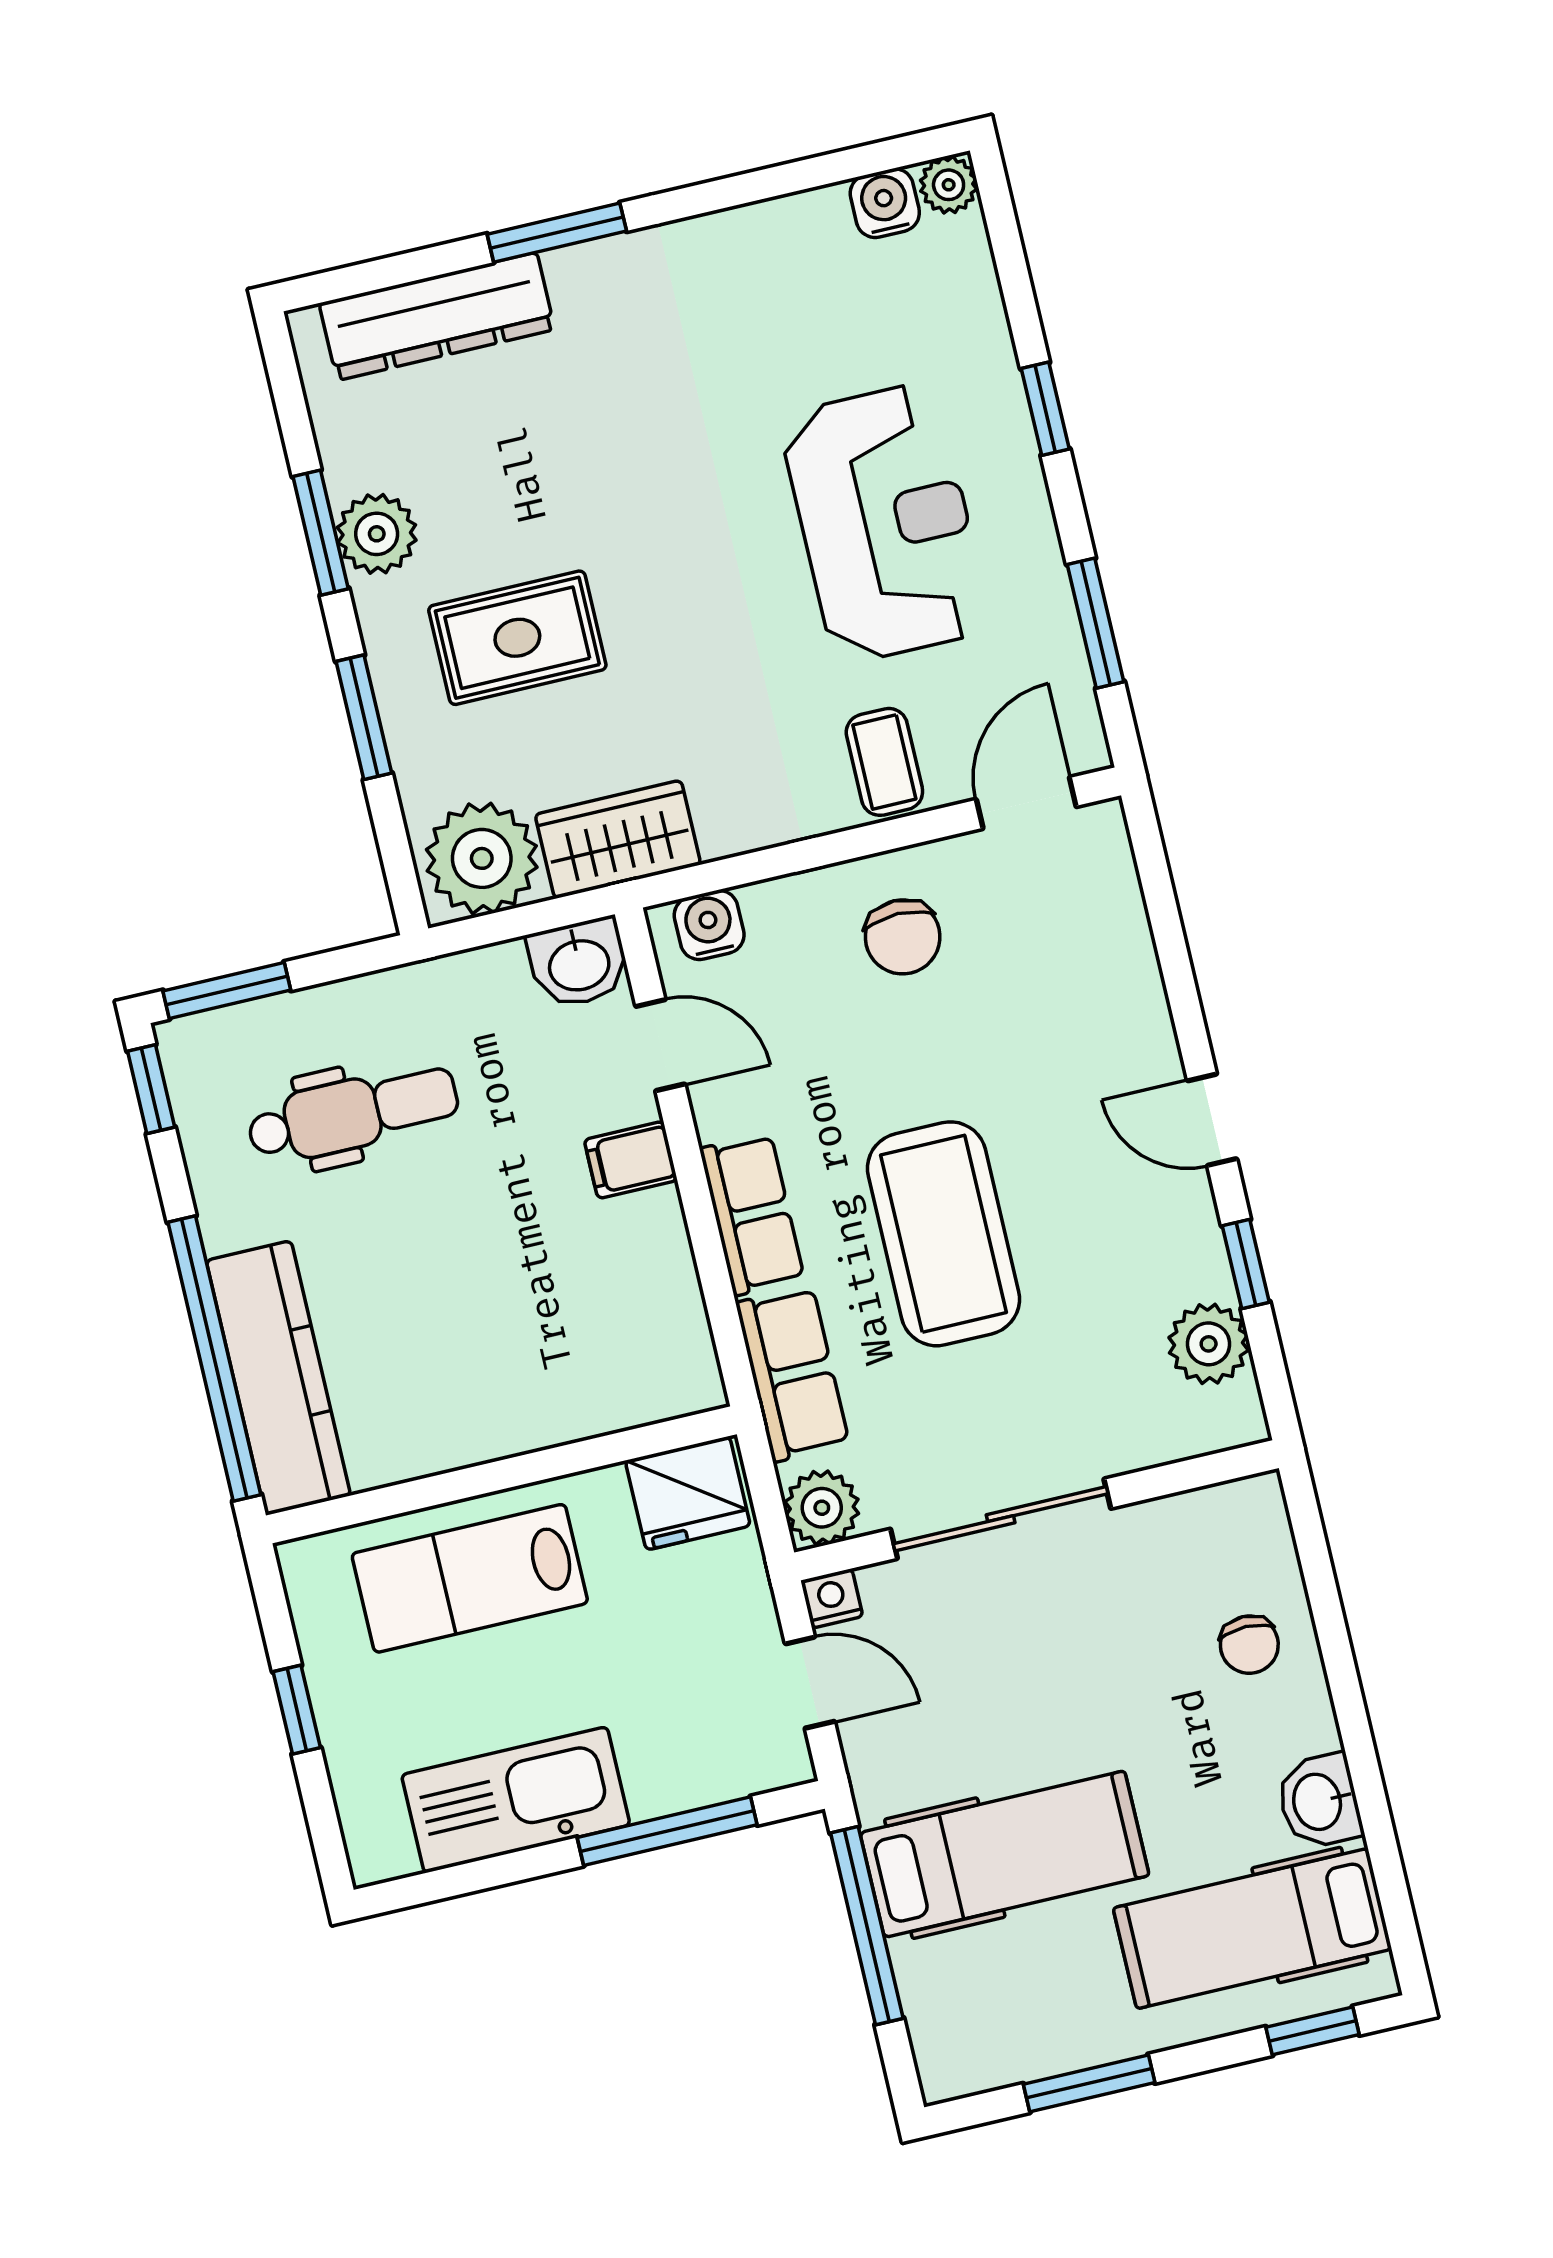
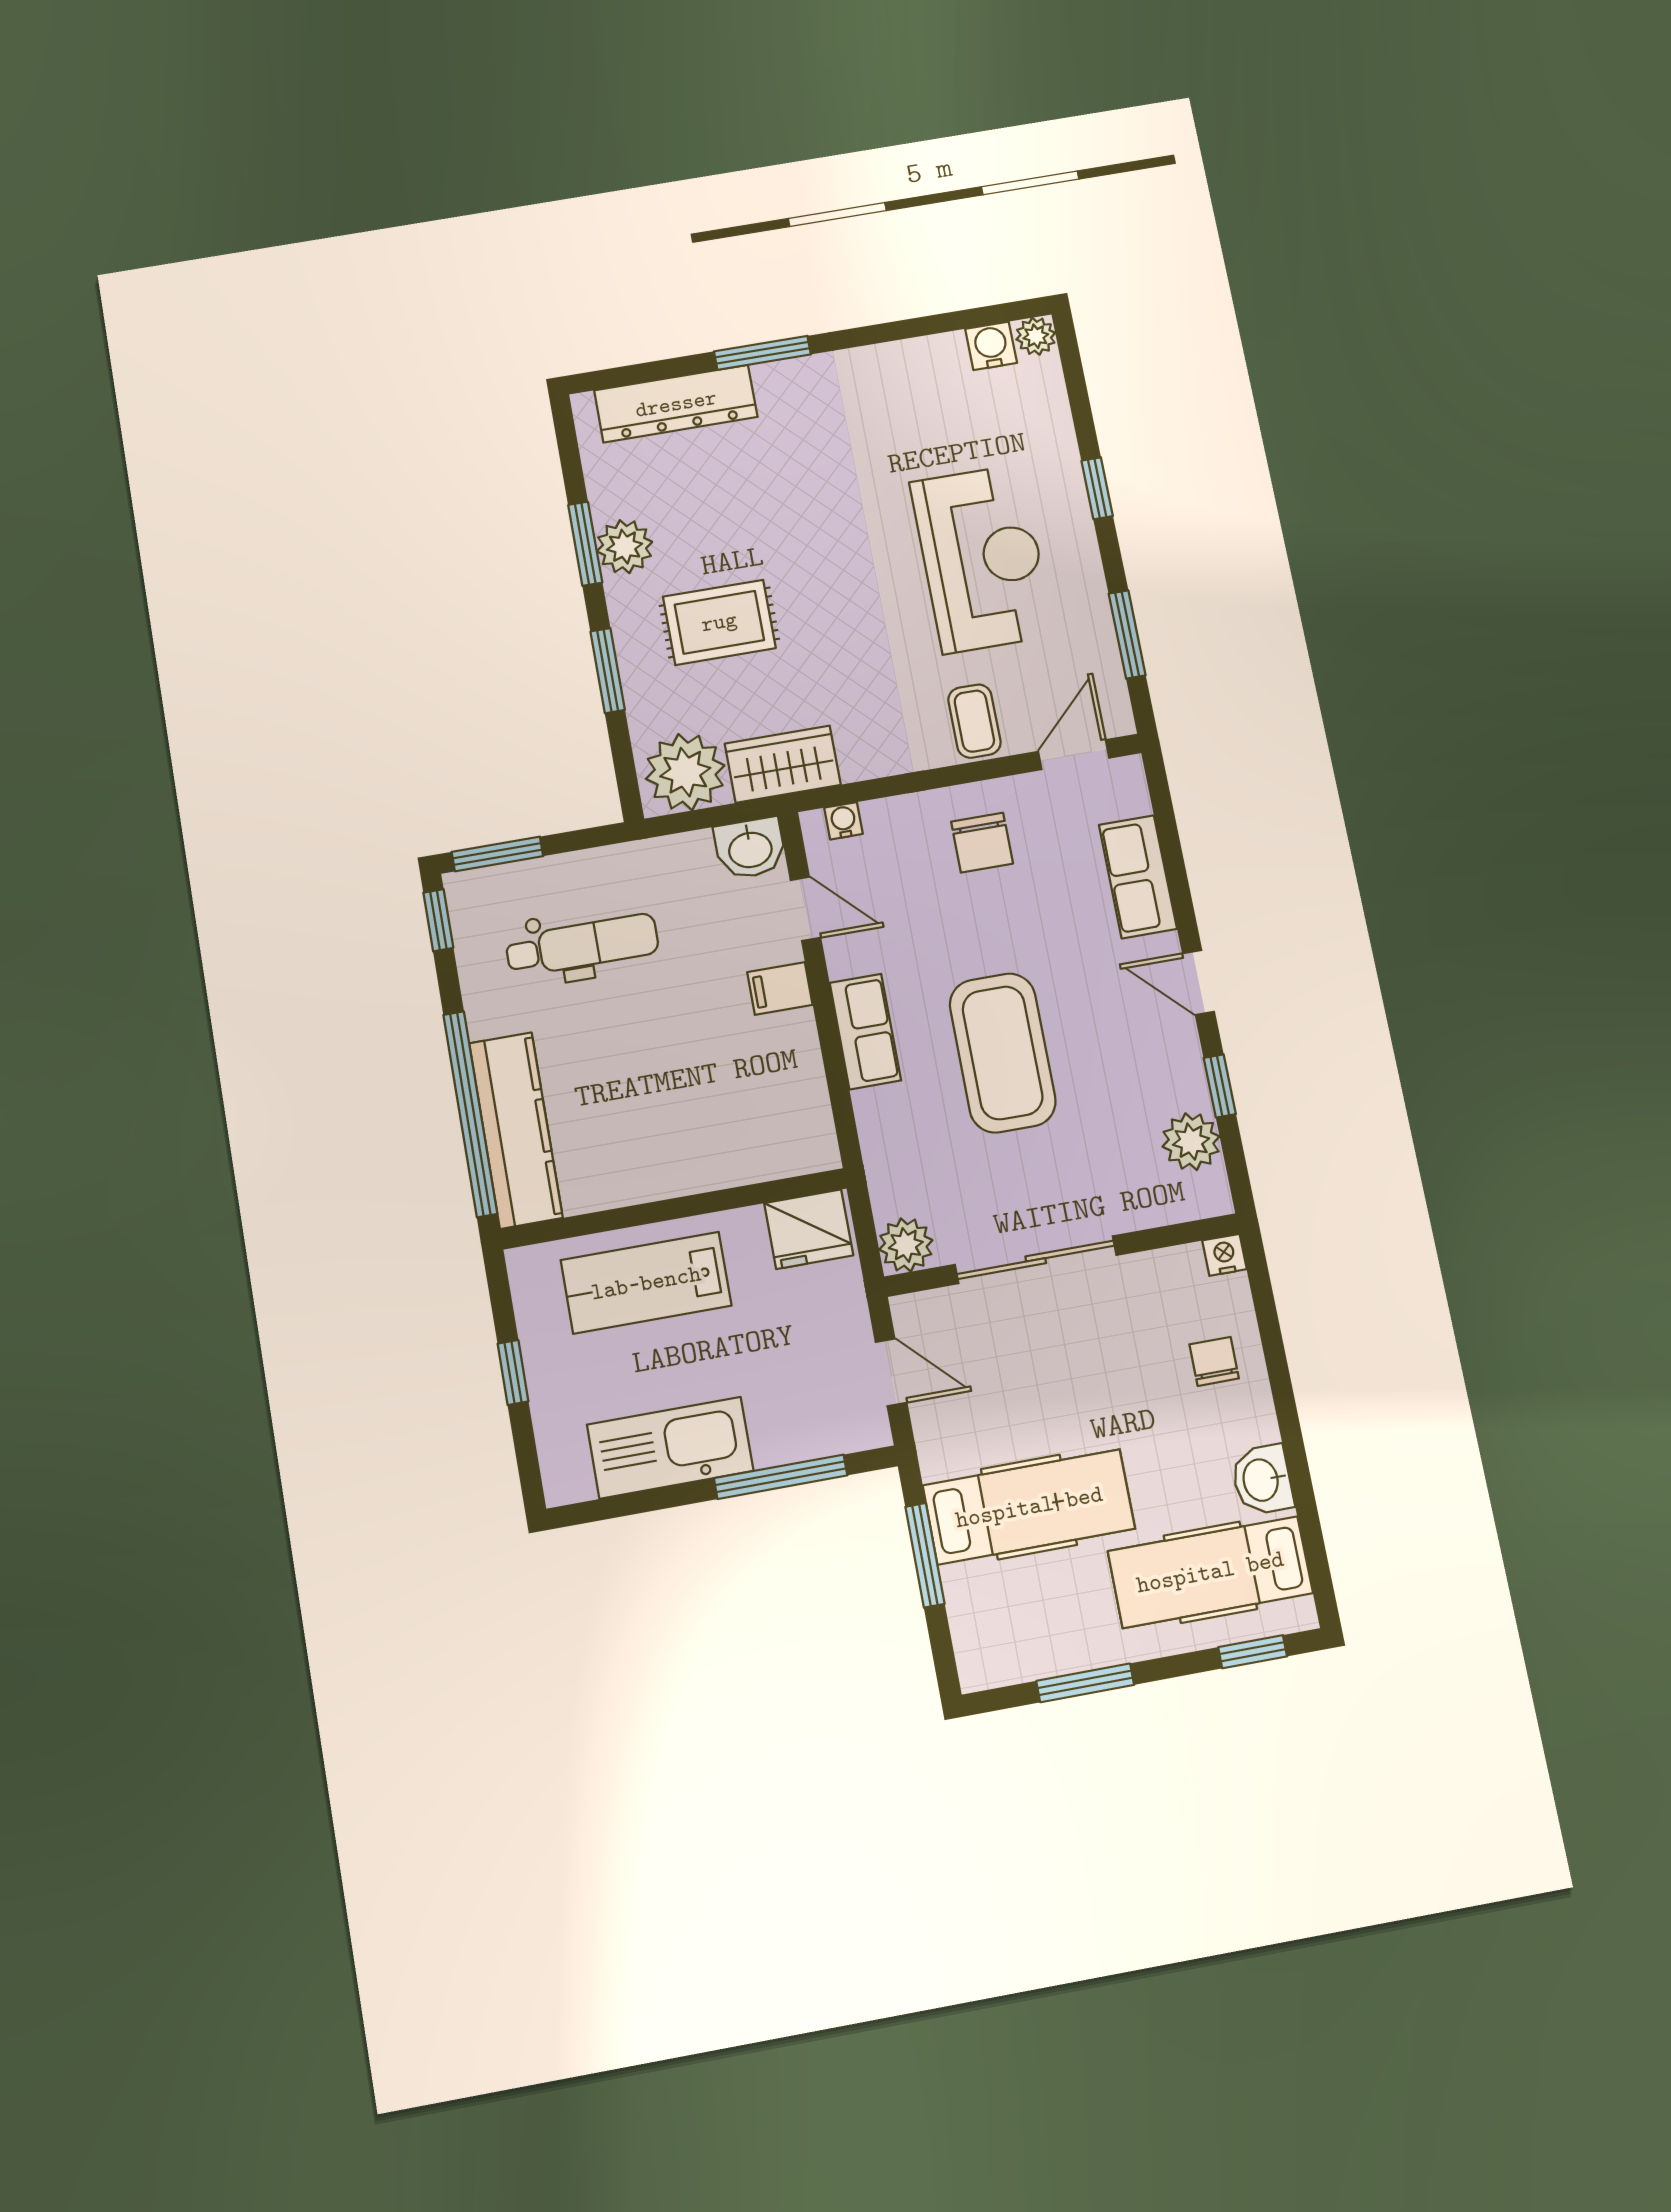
water cooler: (709, 925) -> (843, 821), width x0.72, depth x0.72
row of seats: (793, 1374) -> (1138, 877), moved, turned 180
nightstand: (832, 1598) -> (1224, 1255), moved
chair: (1249, 1645) -> (1214, 1361), turned 180
window: (867, 1926) -> (925, 1555), width x0.69

